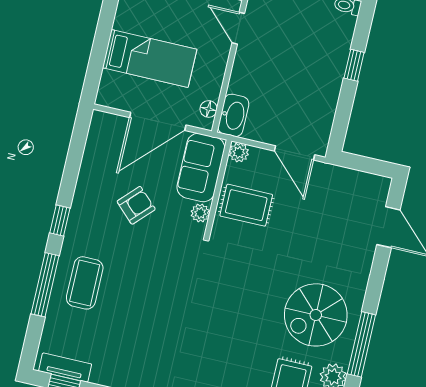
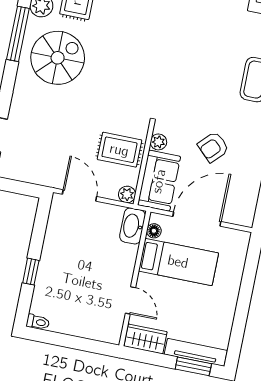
bed: (150, 58) -> (178, 262), moved, turned 180

